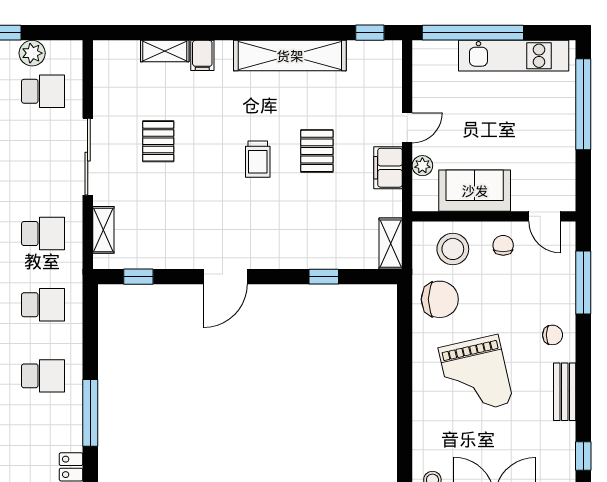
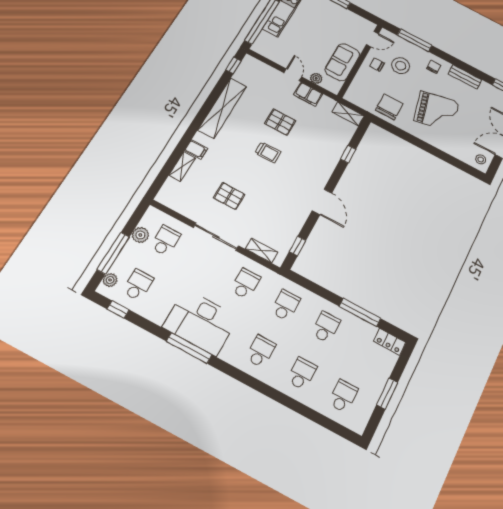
stool: (453, 249) -> (401, 66), moved

